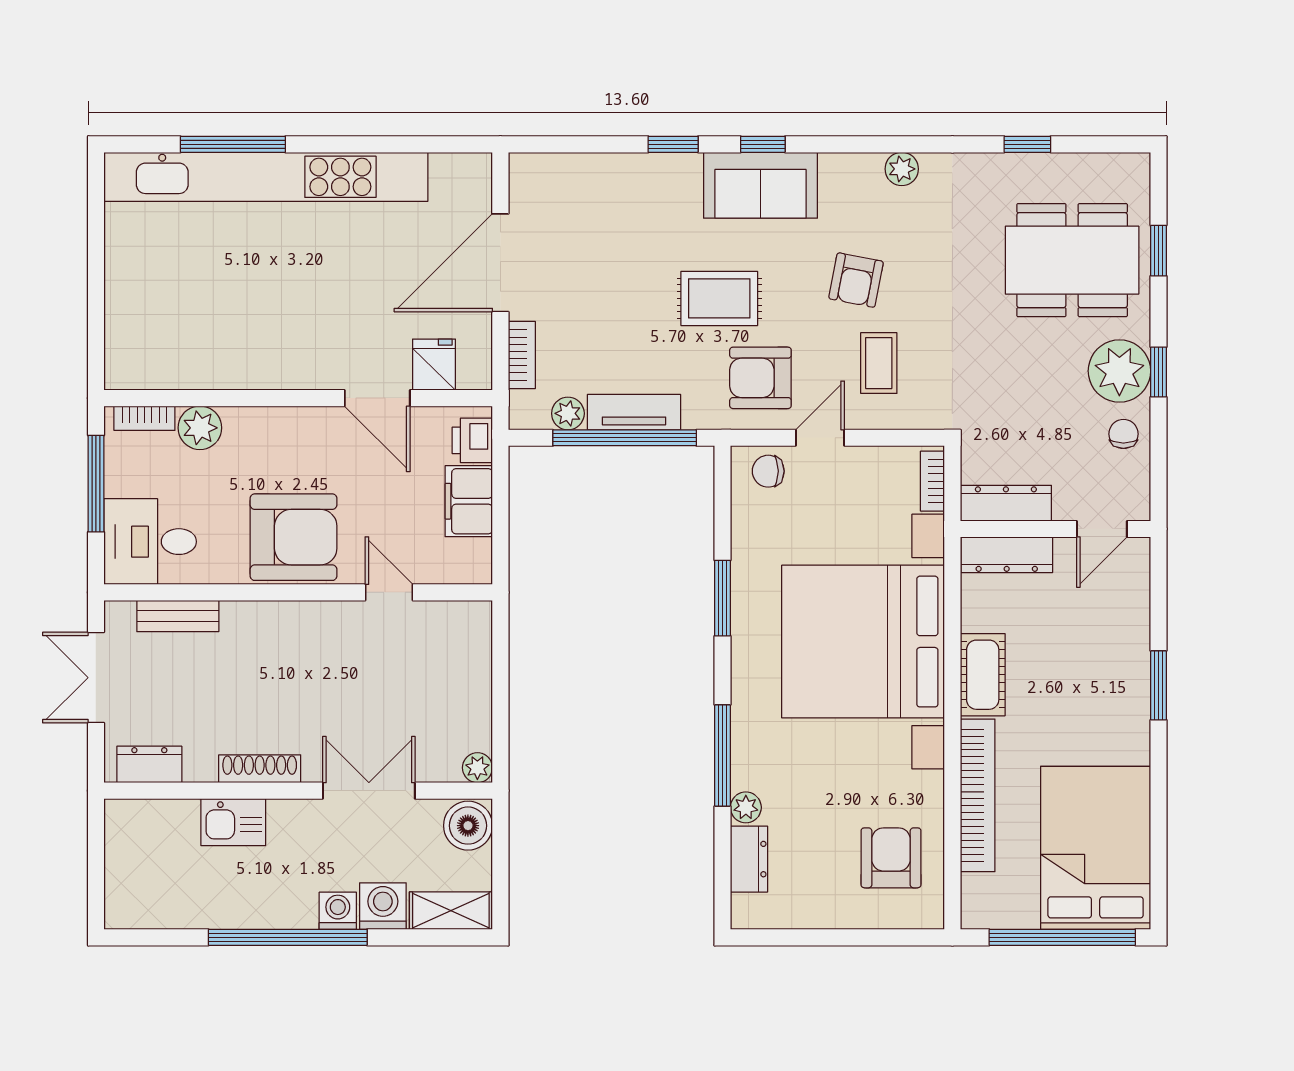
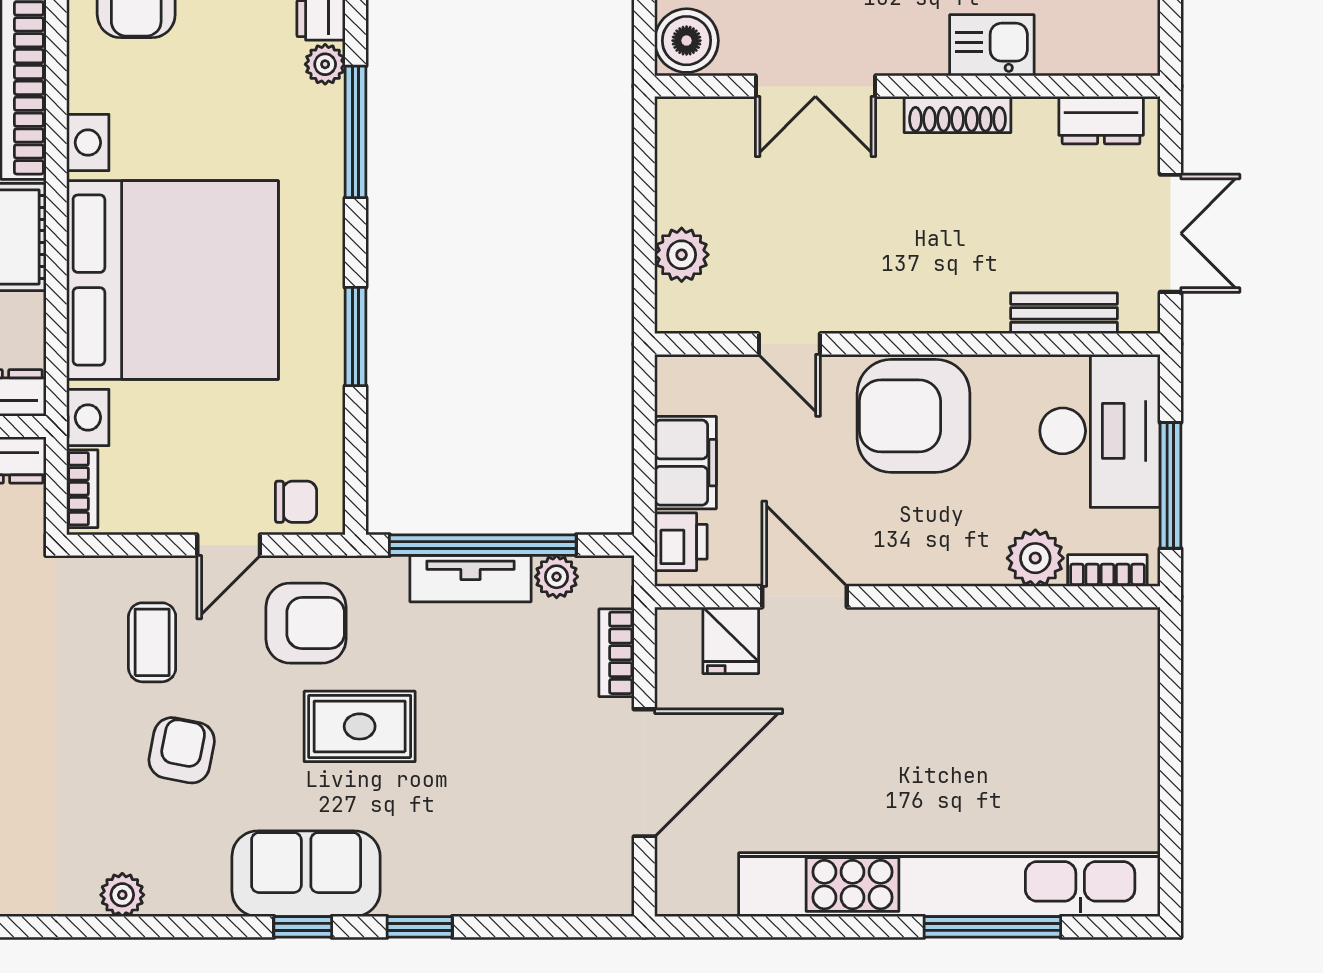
desk: (150, 542) -> (1100, 431), width x1.37
plant: (477, 768) -> (682, 255), moved, width x1.38, depth x1.38

